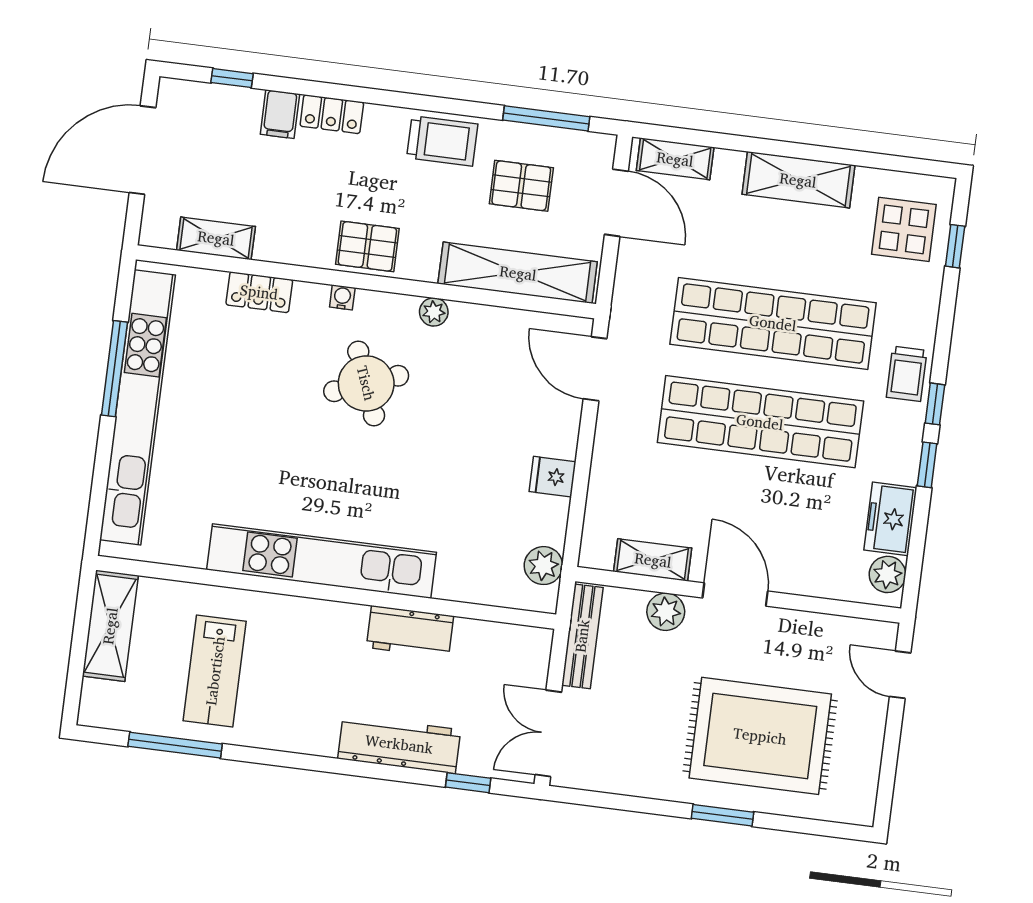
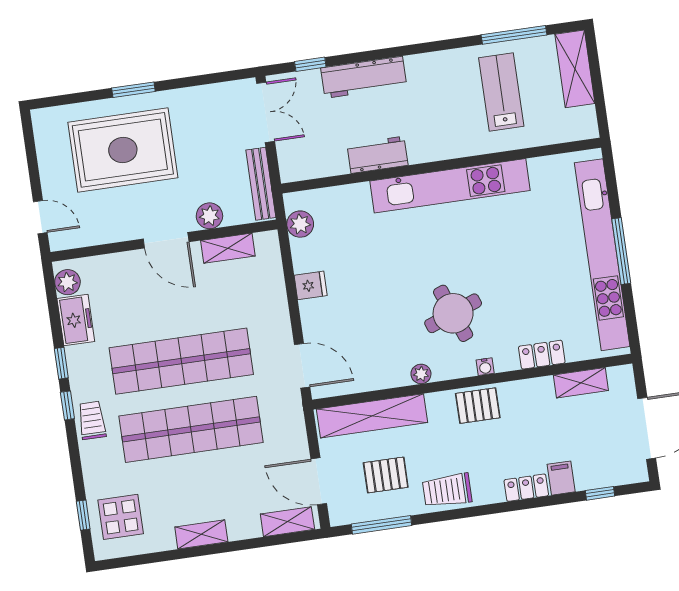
shelving: (798, 180) -> (201, 534), width x0.67, depth x0.75
window: (114, 369) -> (621, 251), moved
shelving: (110, 626) -> (575, 69), moved

